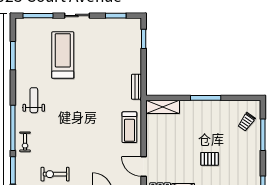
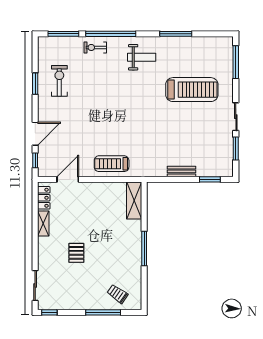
sliding door: (77, 16) -> (236, 117), moved
window: (13, 56) -> (176, 34), moved
bench: (136, 87) -> (182, 171), moved

